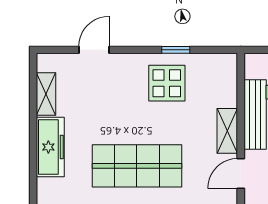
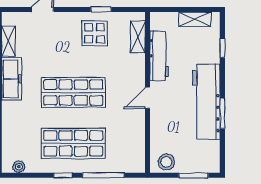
shelving: (227, 131) -> (138, 37), moved

